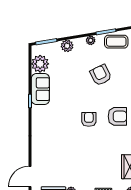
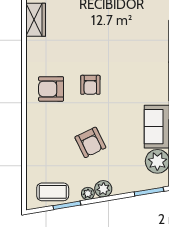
plant: (67, 46) -> (103, 189), moved
armchair: (101, 75) -> (90, 142), moved

